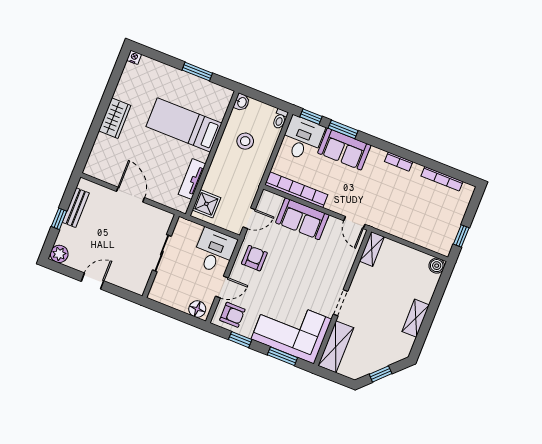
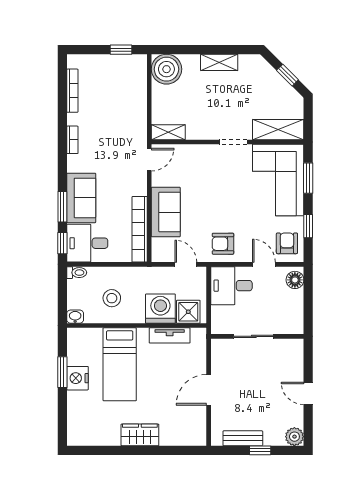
nightstand: (134, 57) -> (77, 378), moved, width x1.89, depth x1.79
washing machine: (219, 180) -> (160, 309), added
boiler: (437, 266) -> (166, 69), width x1.86, depth x1.86

